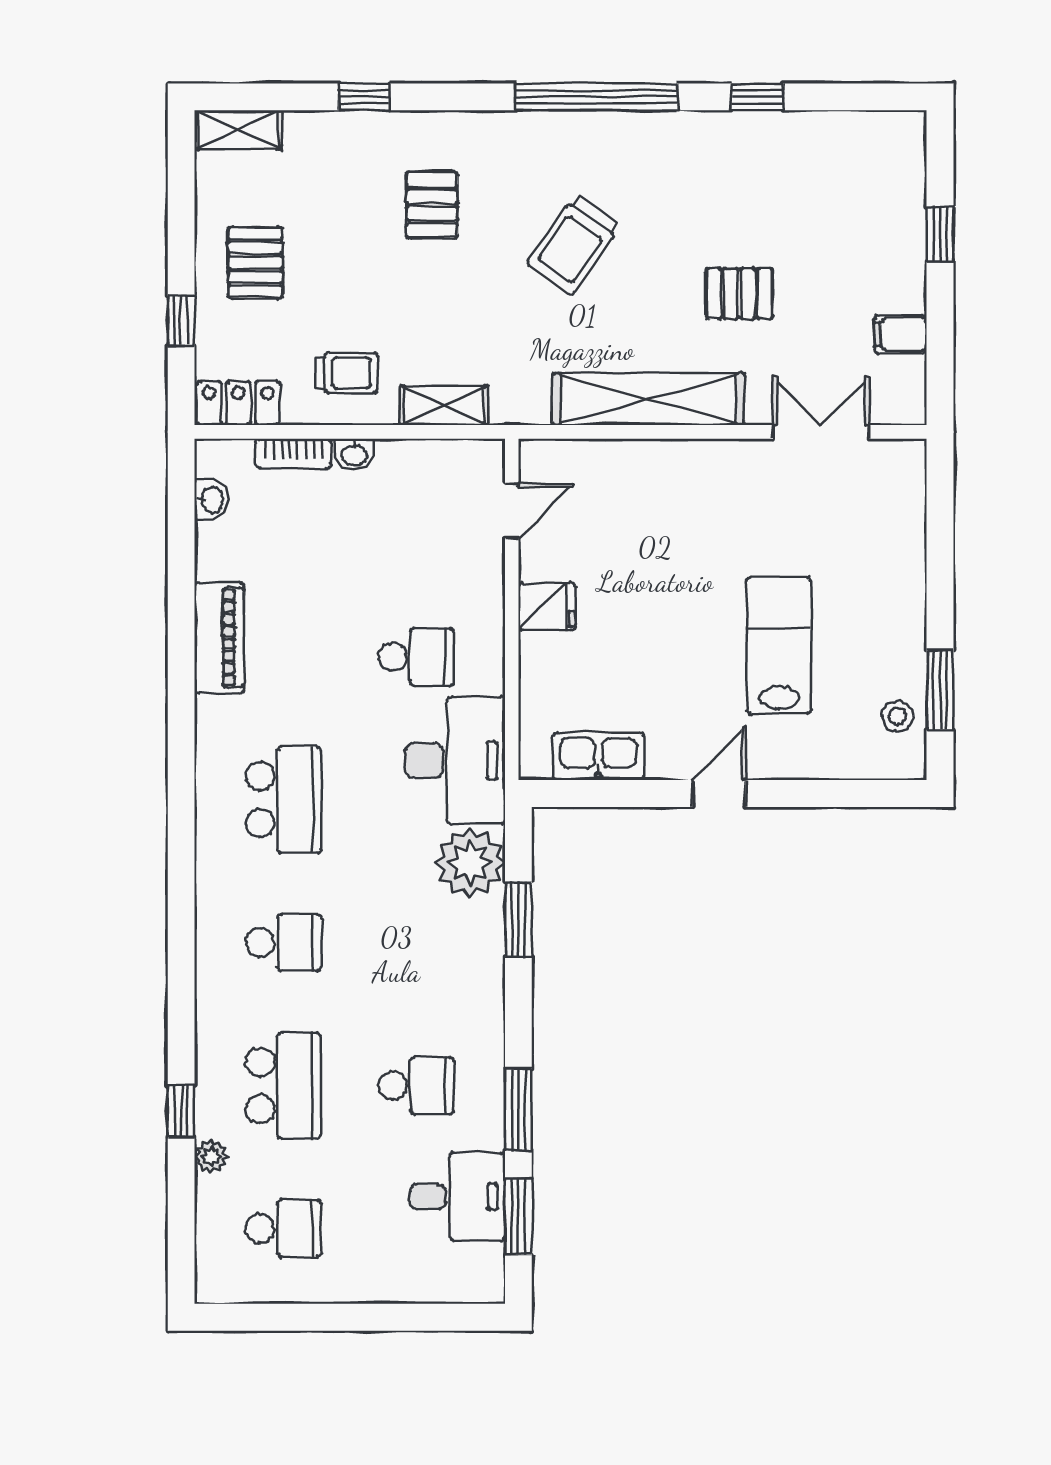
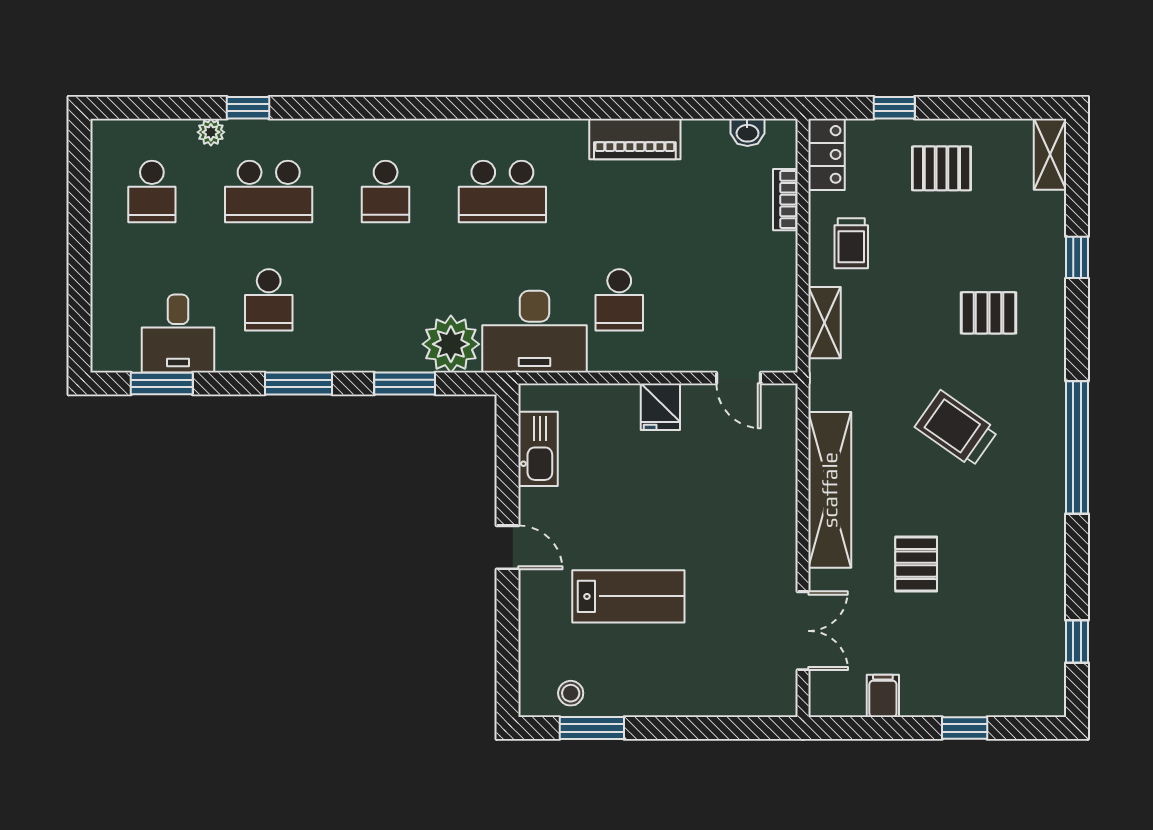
window: (757, 97) -> (1077, 641), moved
washbasin: (354, 454) -> (785, 249), removed
window: (518, 1109) -> (299, 383), moved

